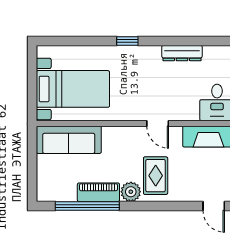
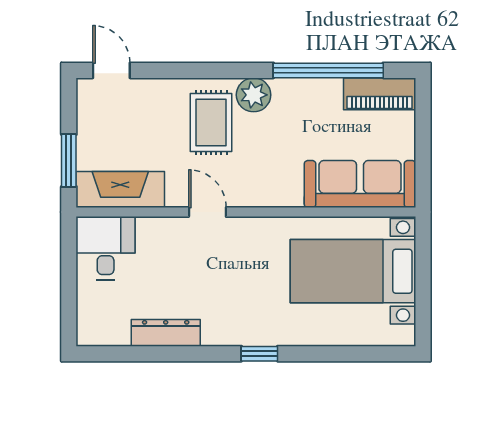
piano: (98, 192) -> (380, 94), moved

